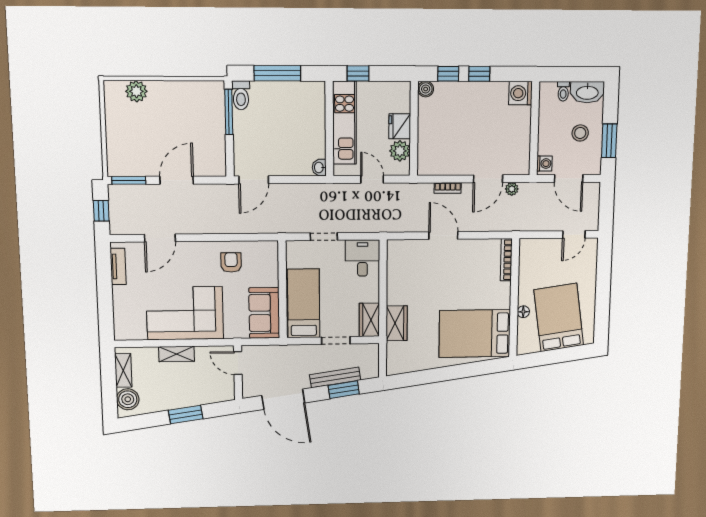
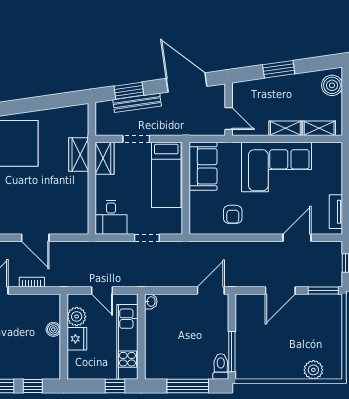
boiler: (426, 89) -> (53, 329), moved
shelving: (123, 371) -> (319, 128), moved, turned 90

